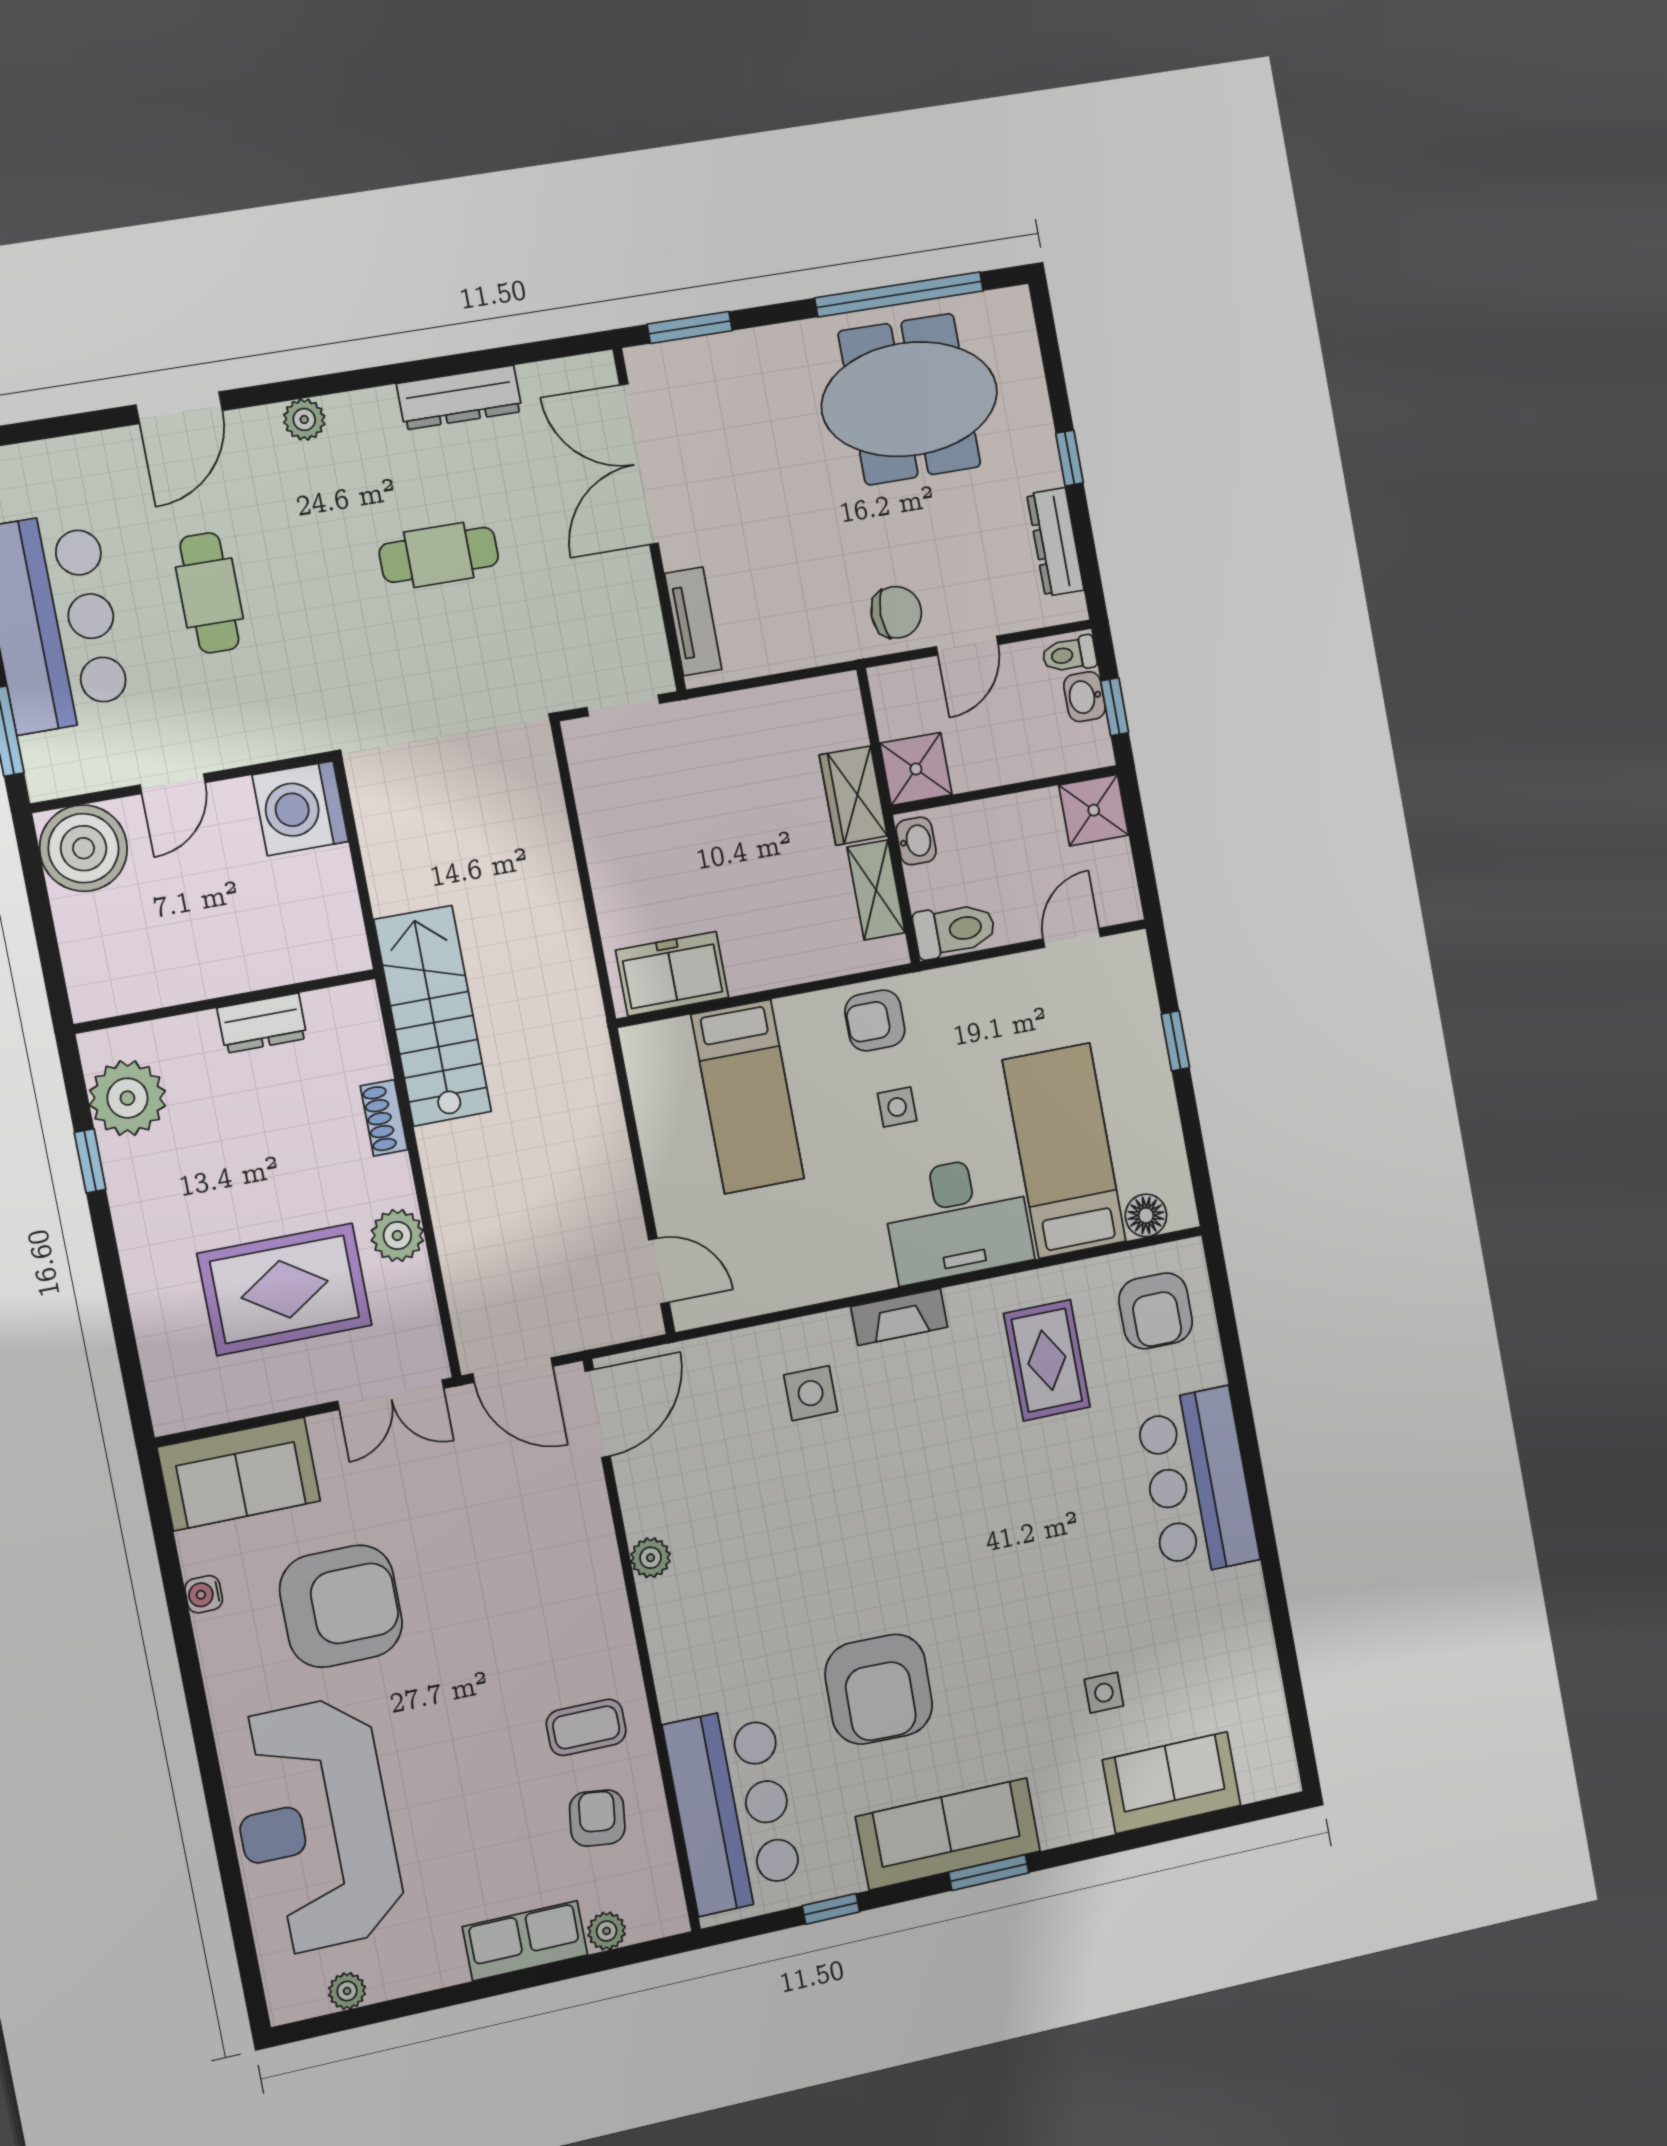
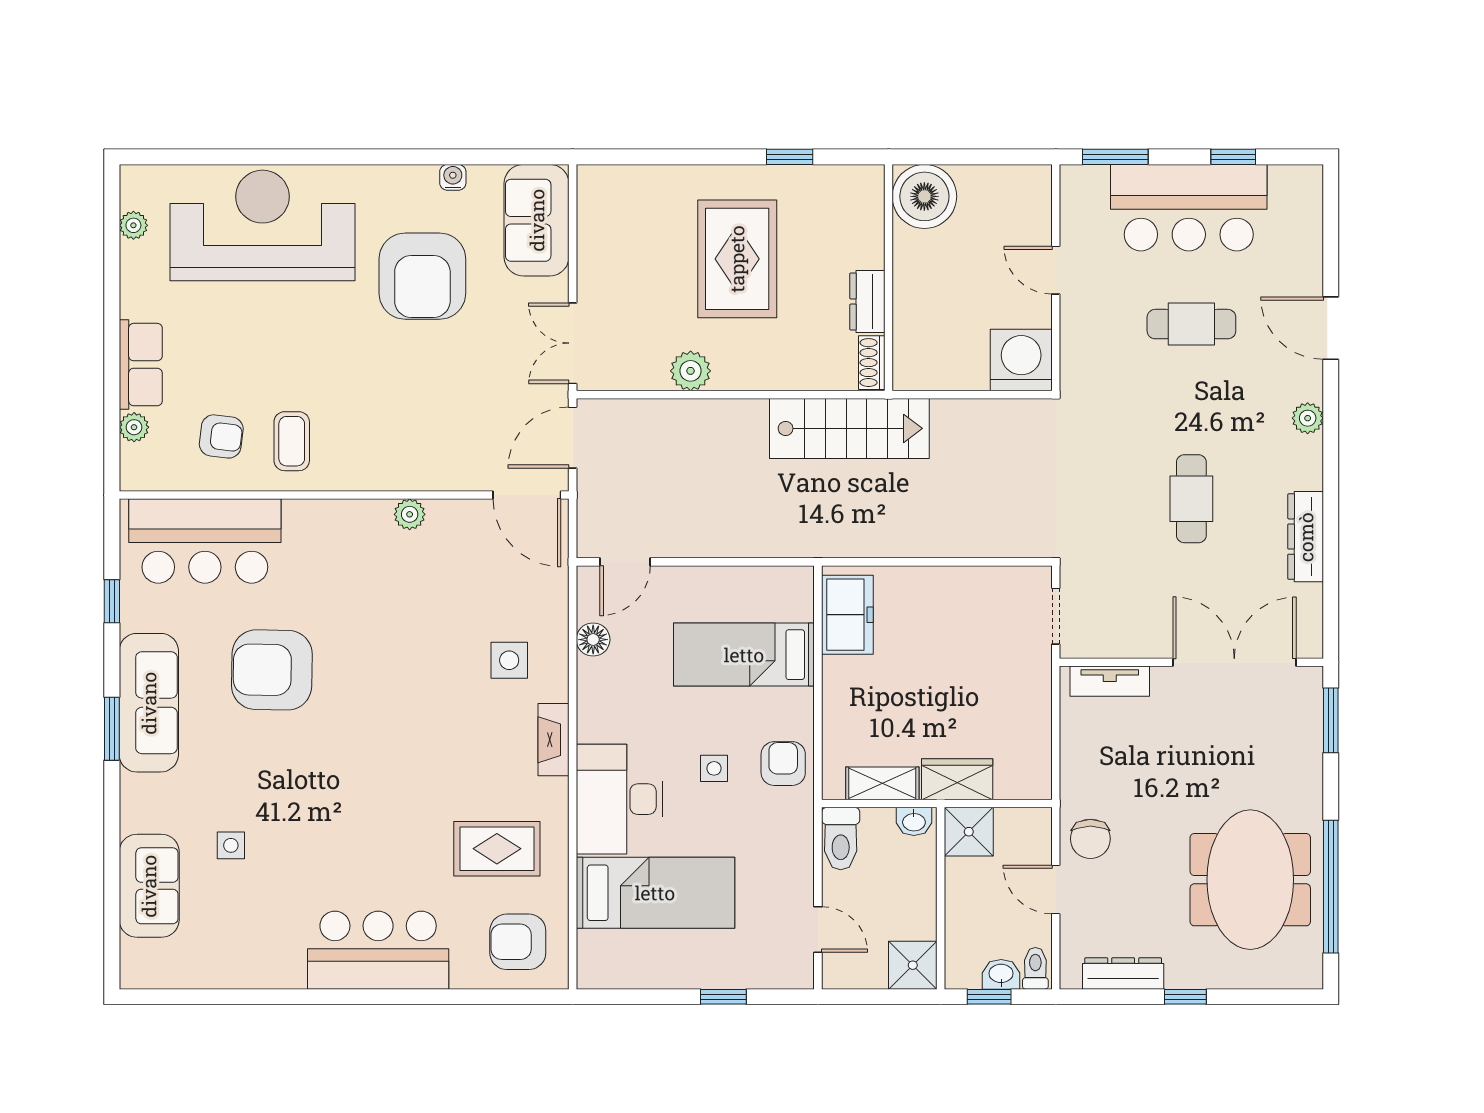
boiler: (83, 848) -> (924, 196), moved
plant: (127, 1098) -> (831, 193), removed
shoe rack: (384, 1118) -> (872, 363), moved, turned -90
floor lamp: (1146, 1215) -> (593, 640), moved
rug: (285, 1289) -> (737, 259), moved

